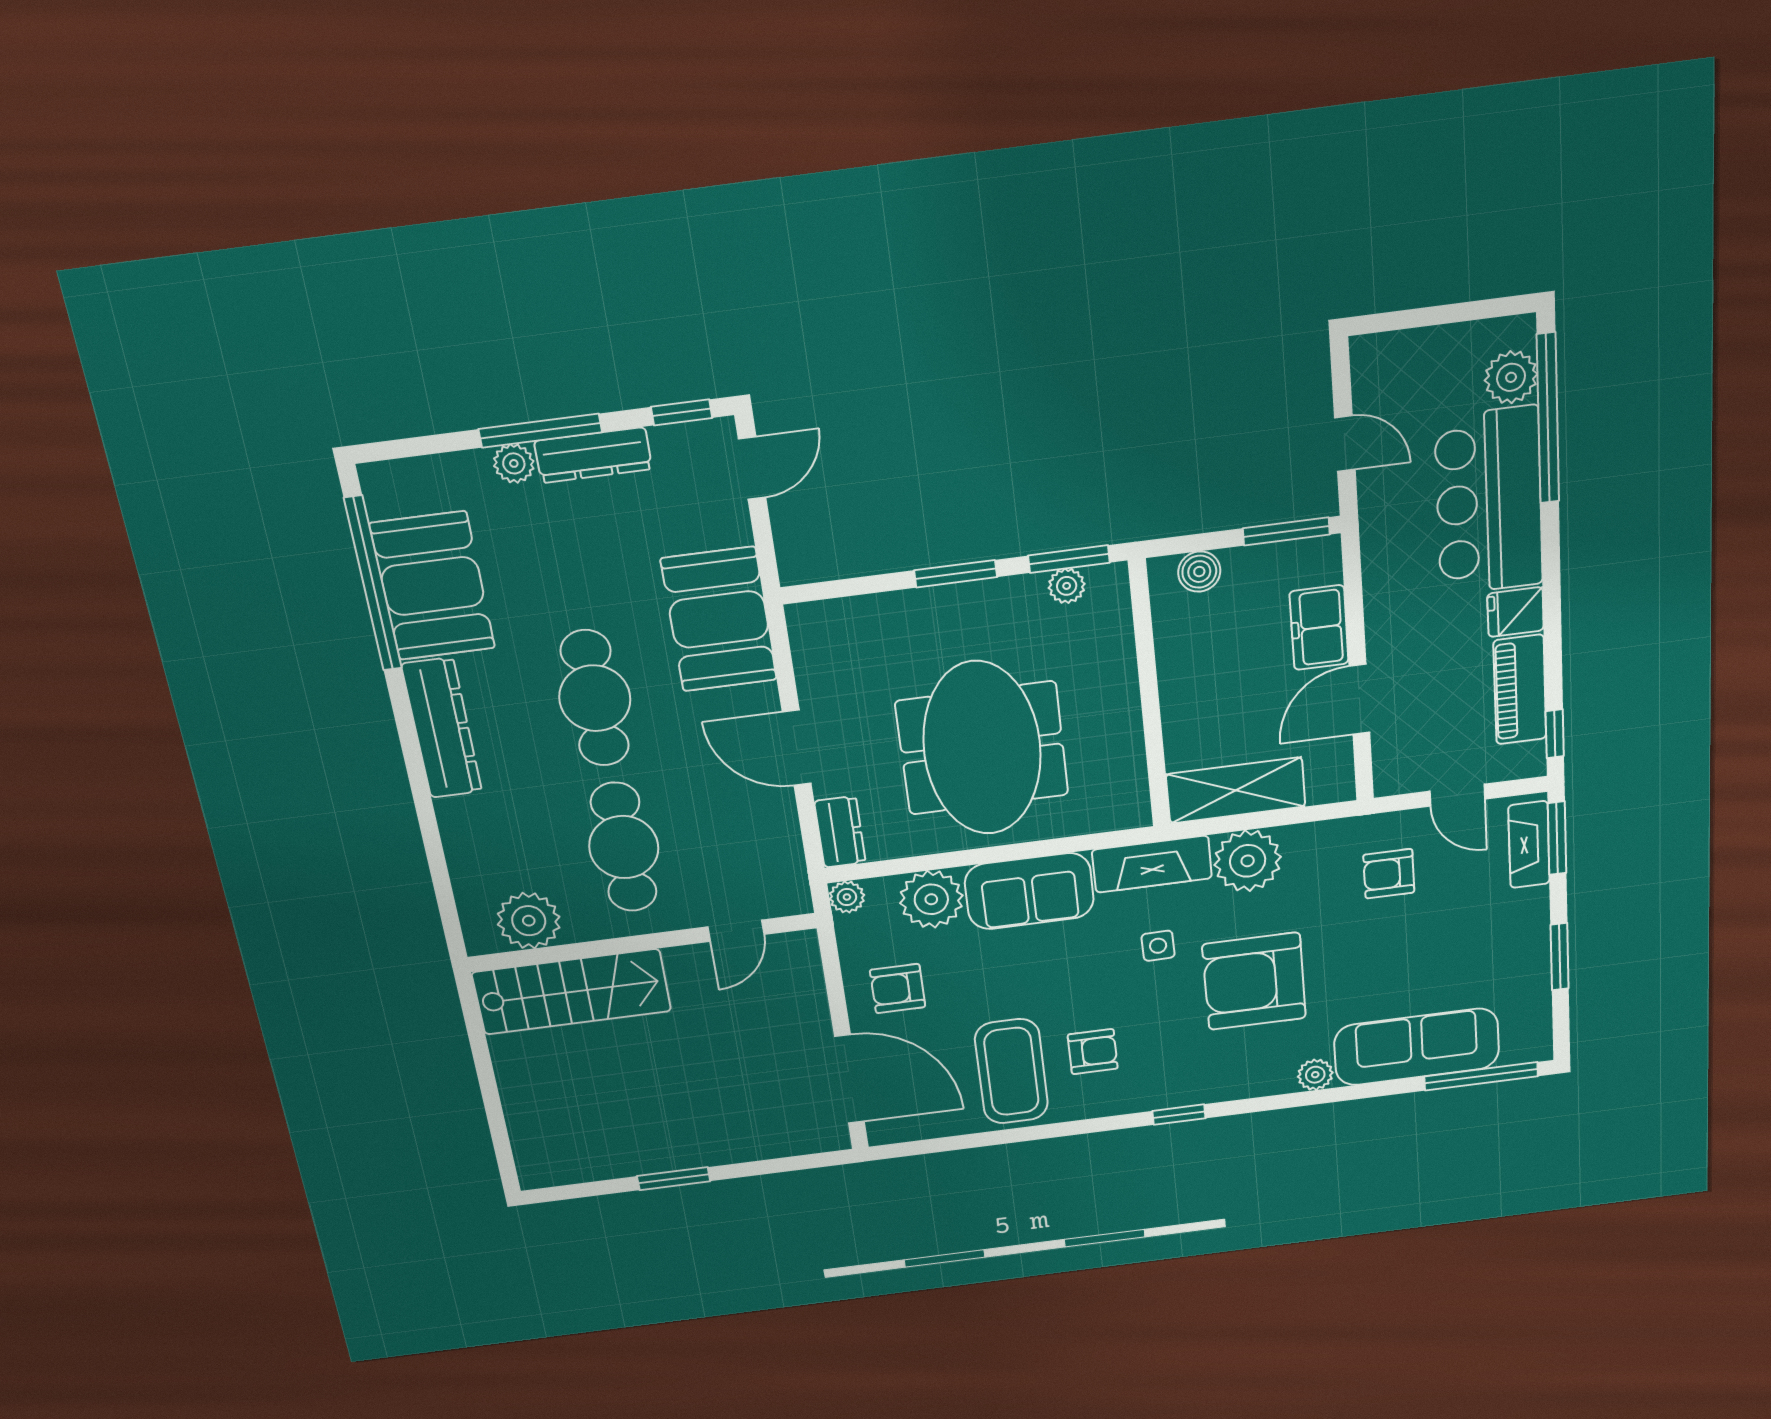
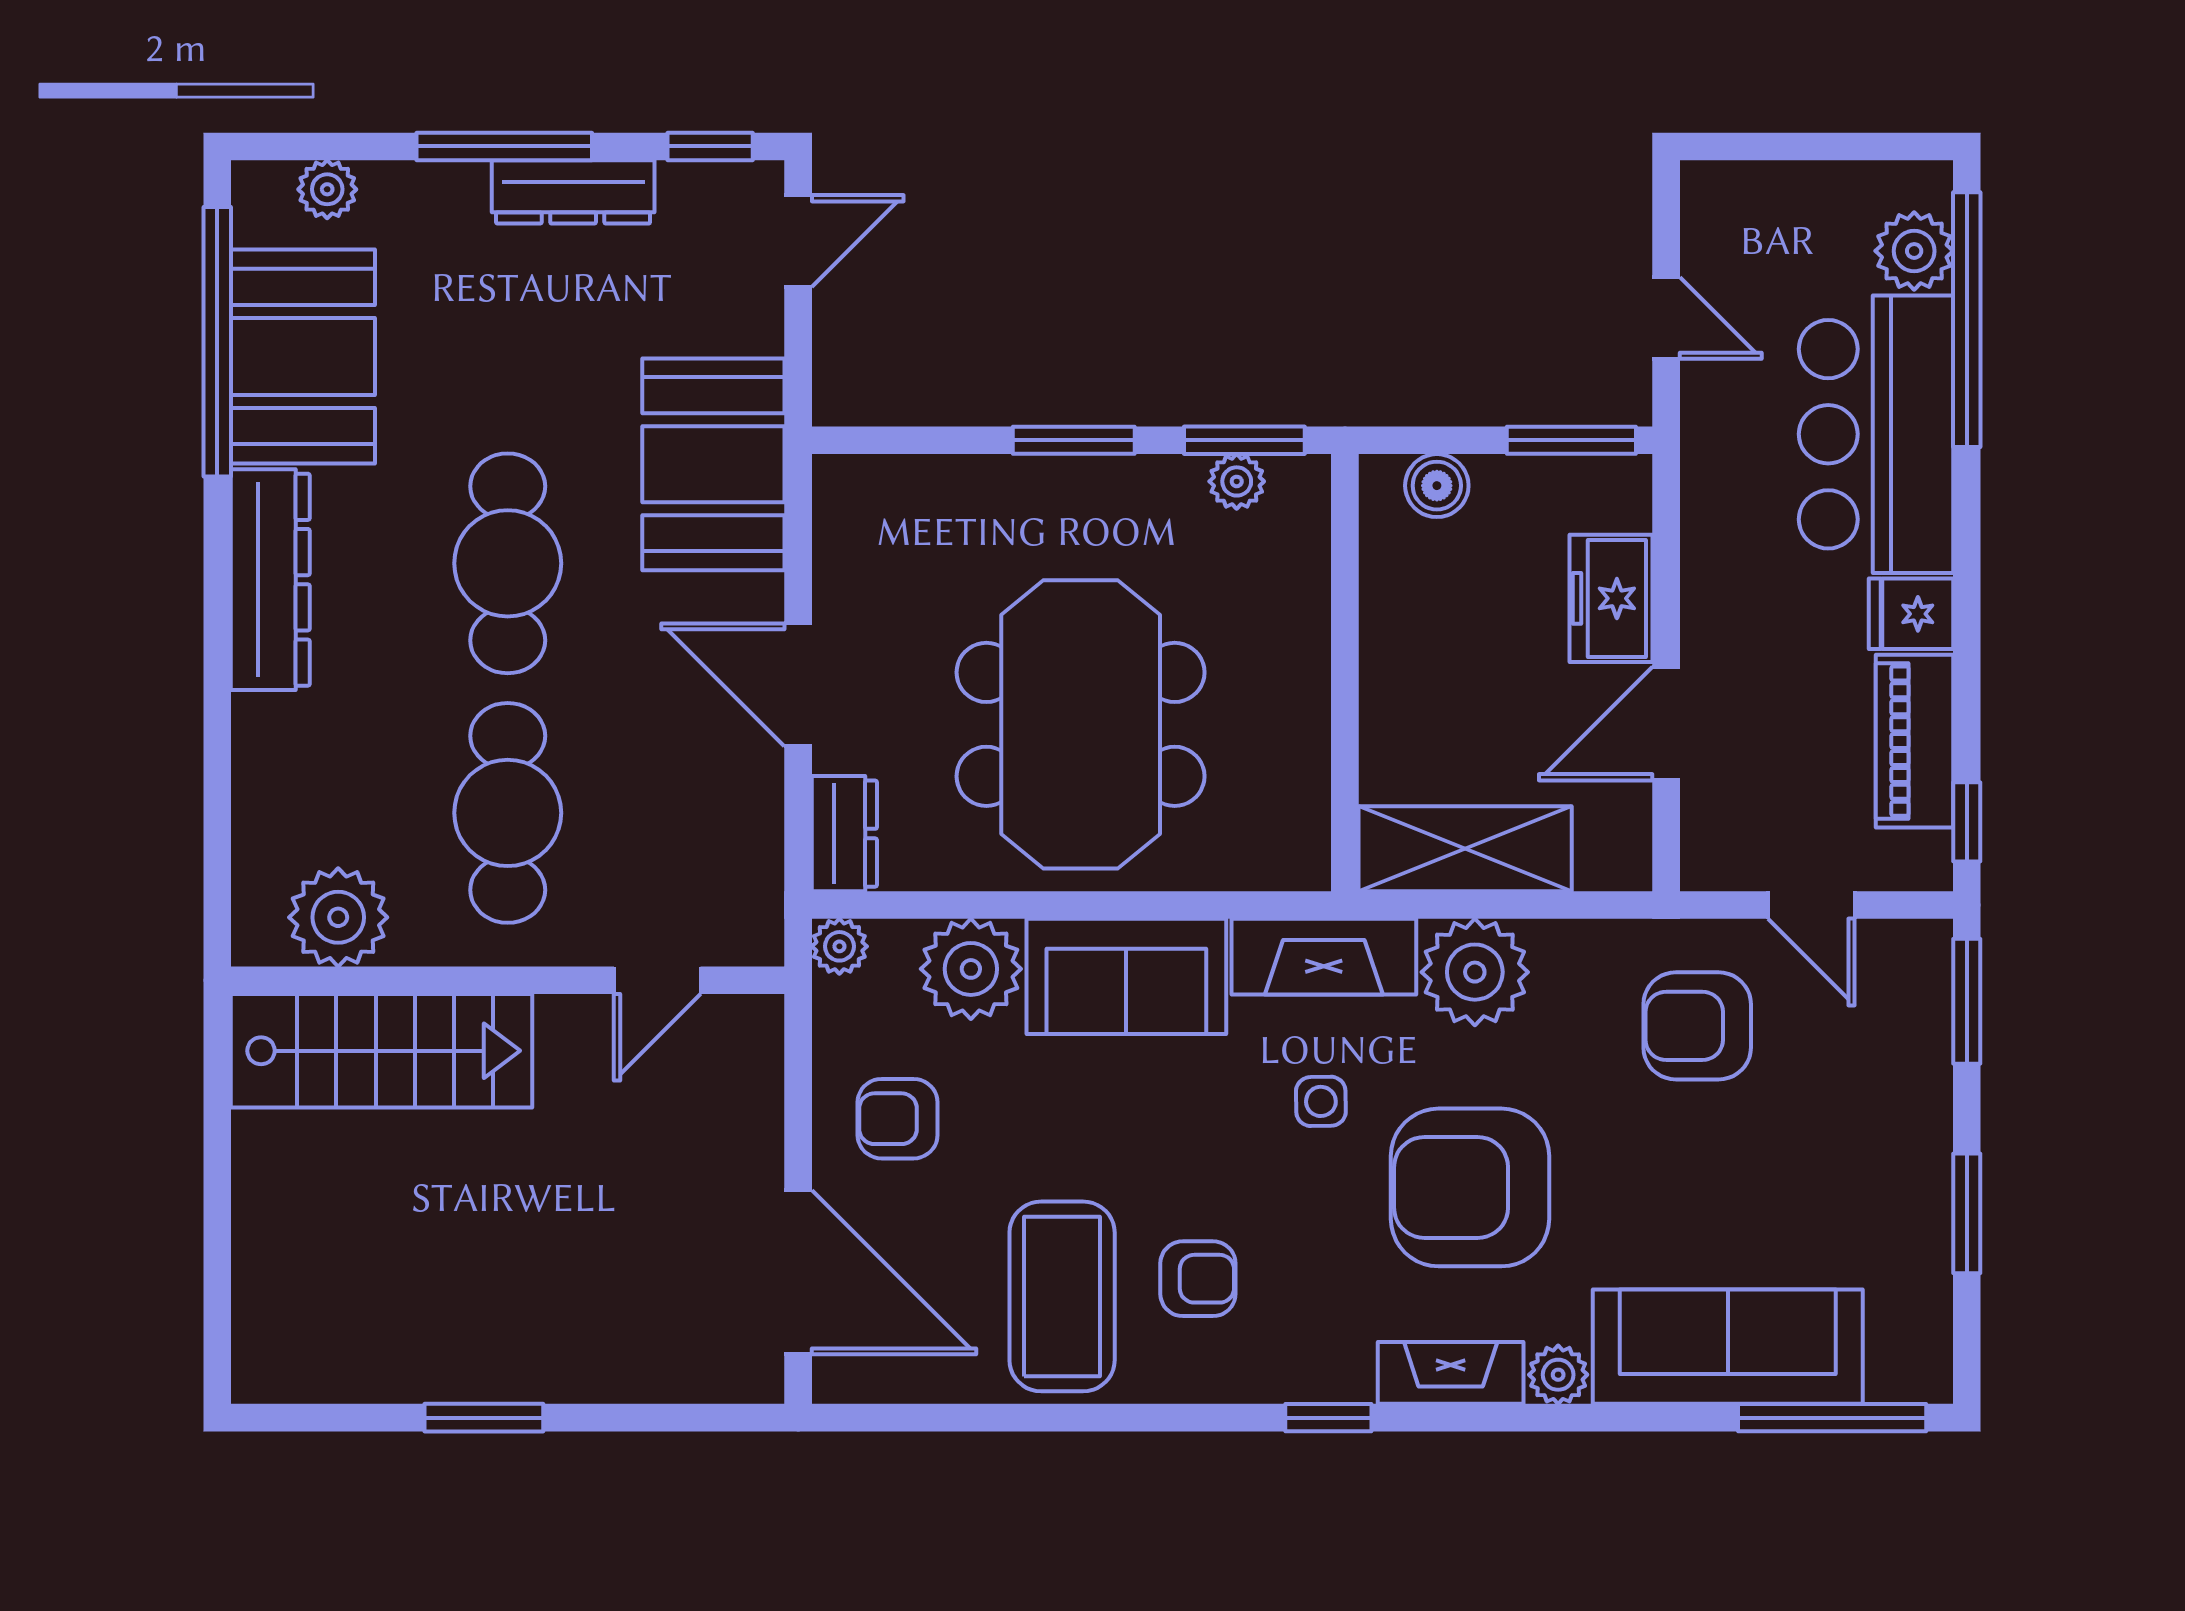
plant: (514, 463) -> (327, 189), moved
fireplace: (1529, 845) -> (1451, 1373), moved, turned 90
armchair: (1389, 874) -> (1697, 1026), width x1.38, depth x1.38

